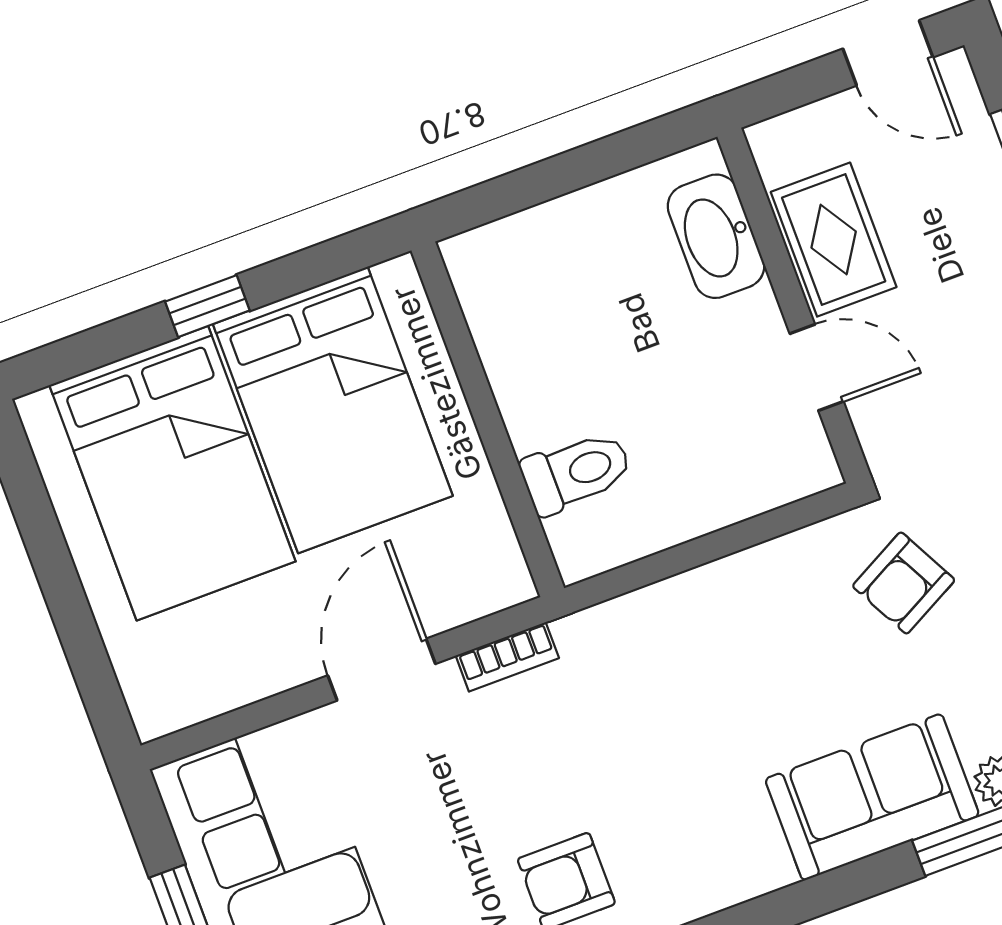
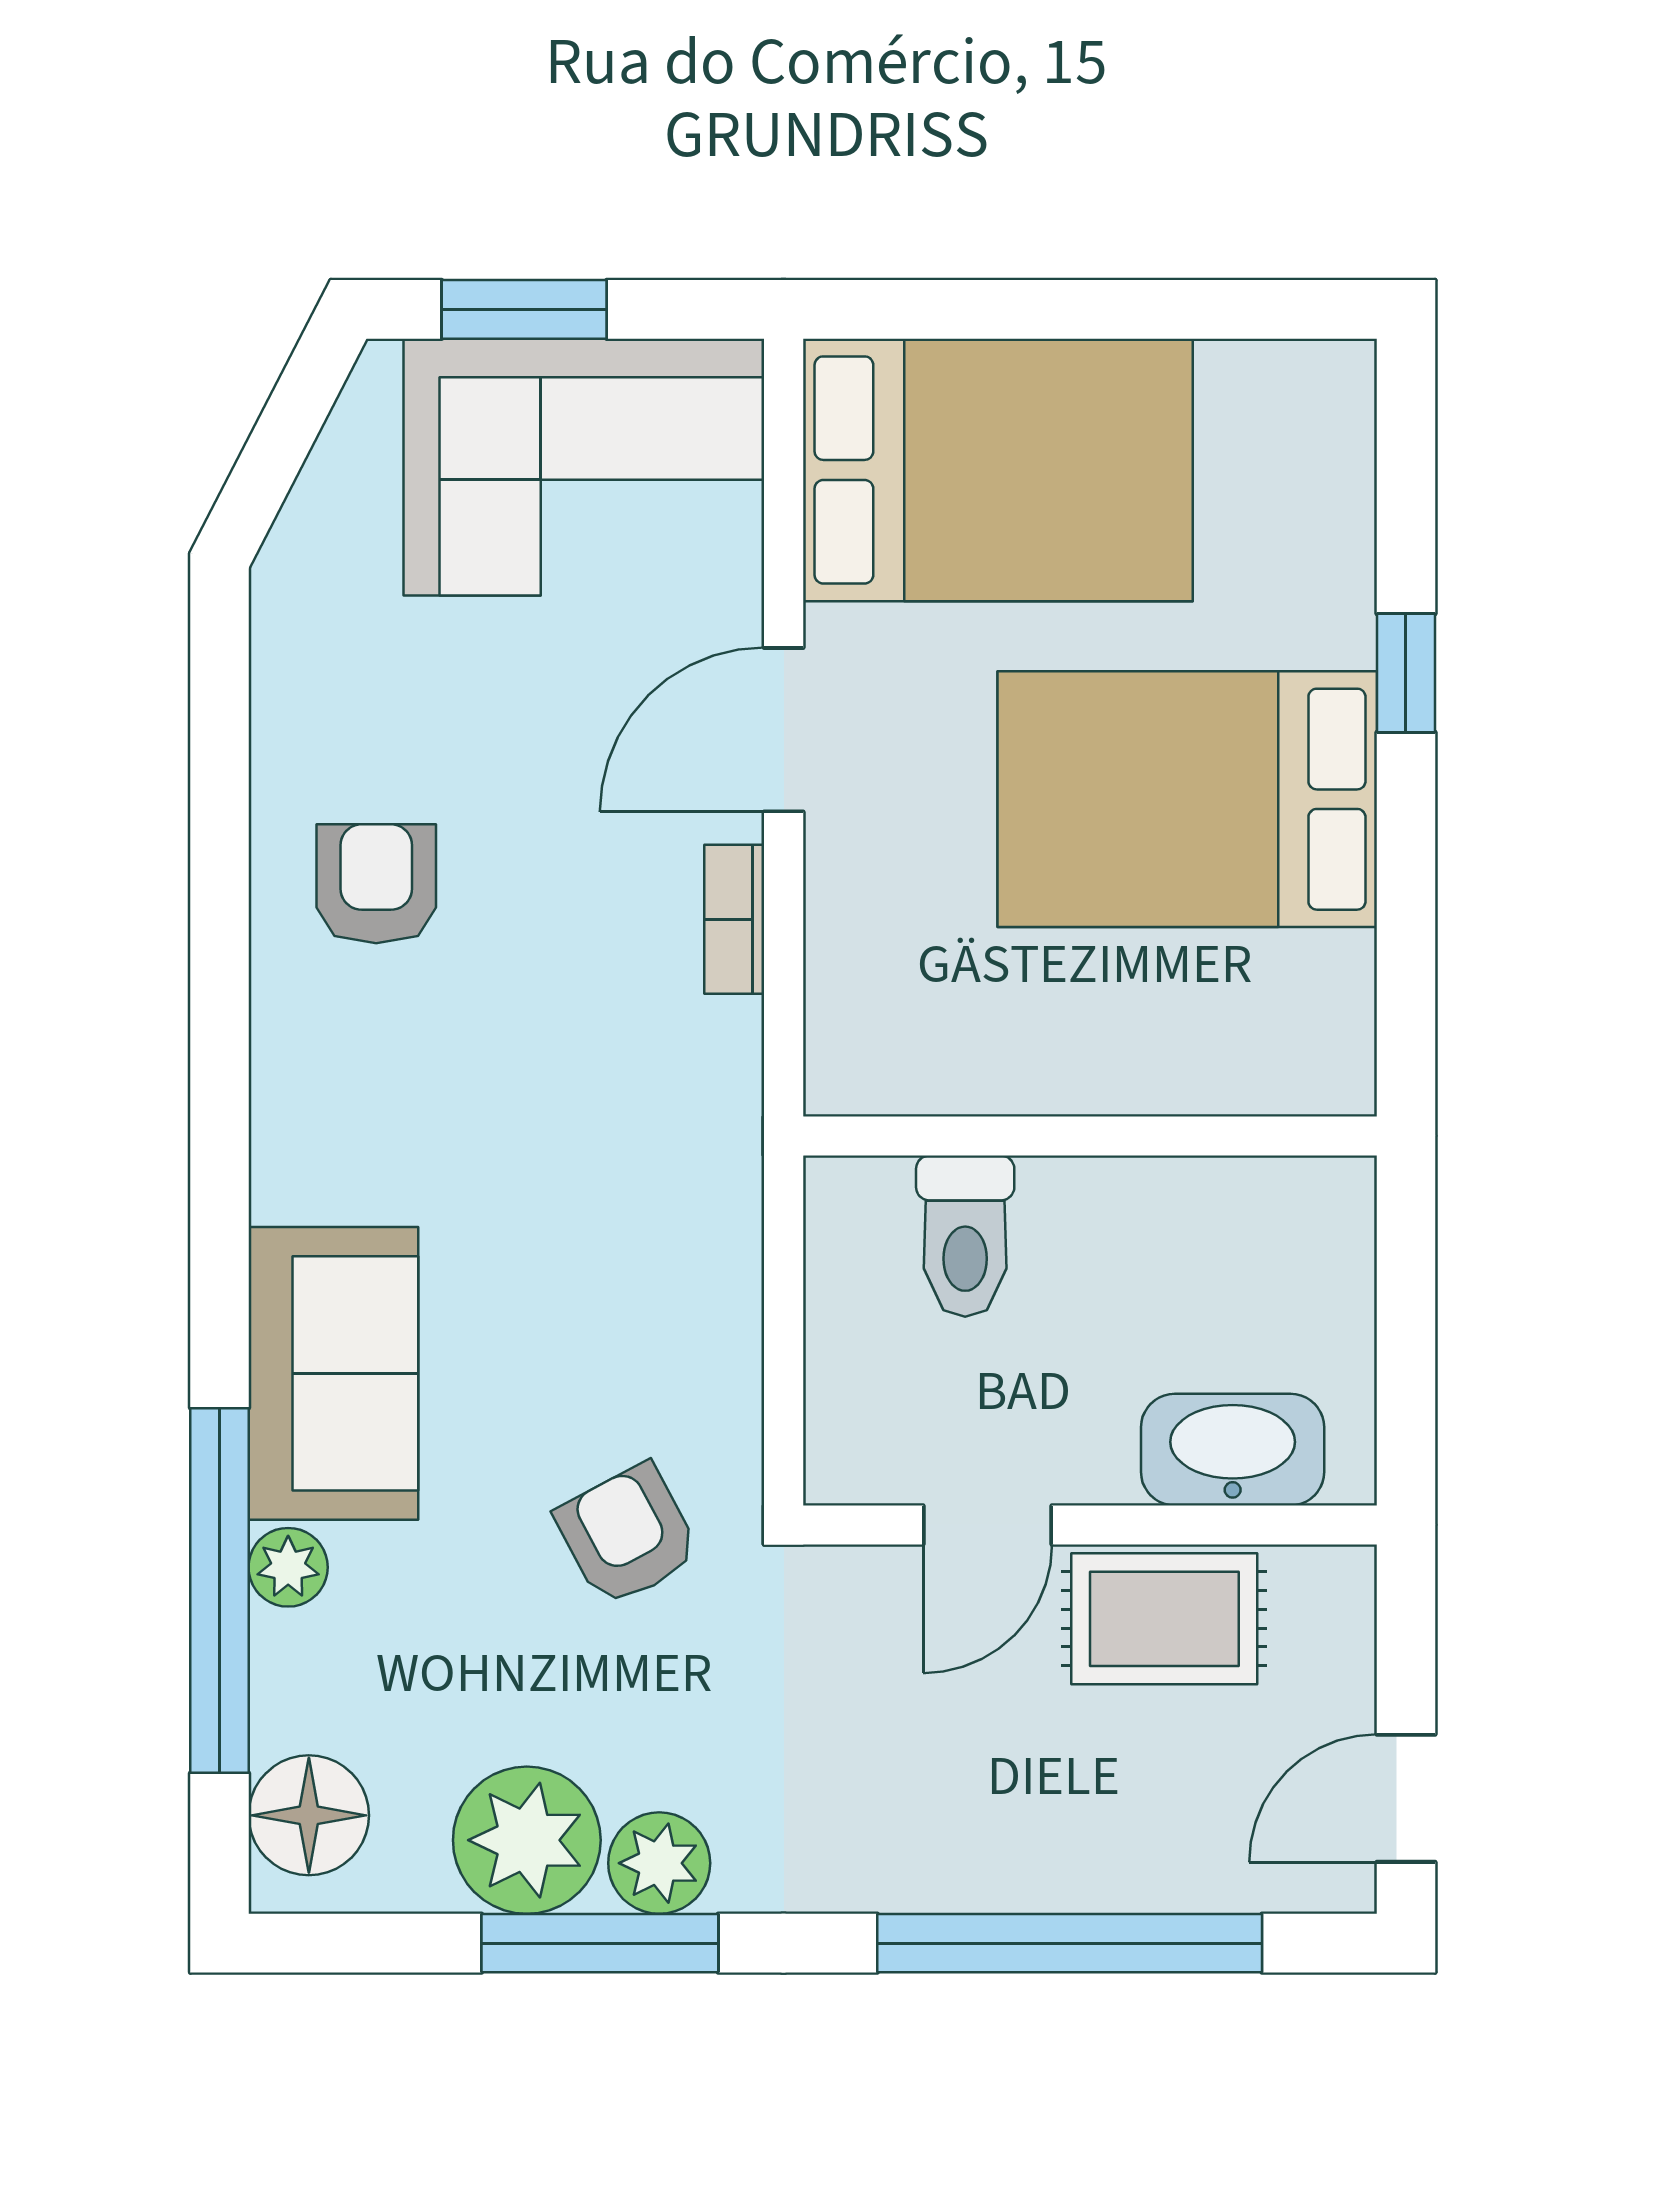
wall: (488, 419) -> (1090, 1136), moved
toilet: (576, 472) -> (965, 1236), moved
bed: (172, 473) -> (998, 470), moved, turned 180
door: (382, 670) -> (784, 730), swing flipped

